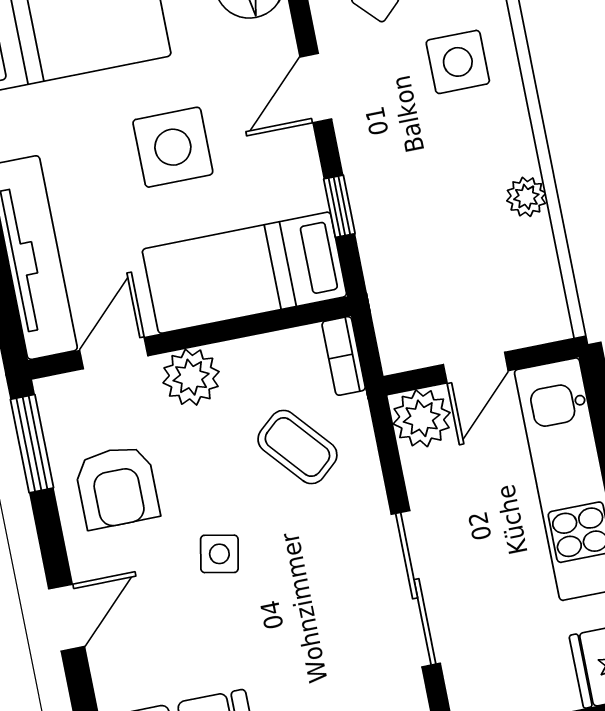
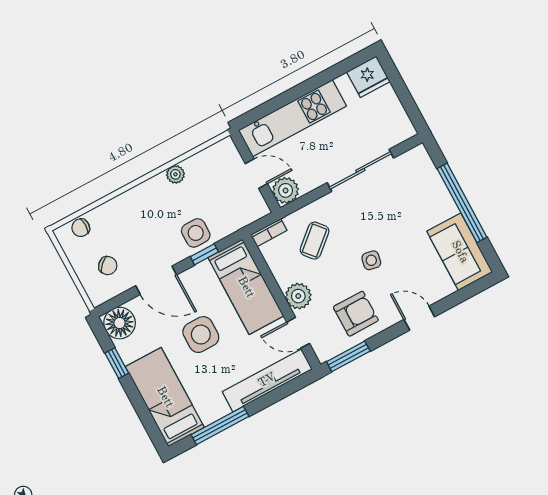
side table: (458, 62) -> (196, 233), moved
door: (316, 88) -> (156, 280), width x1.38

